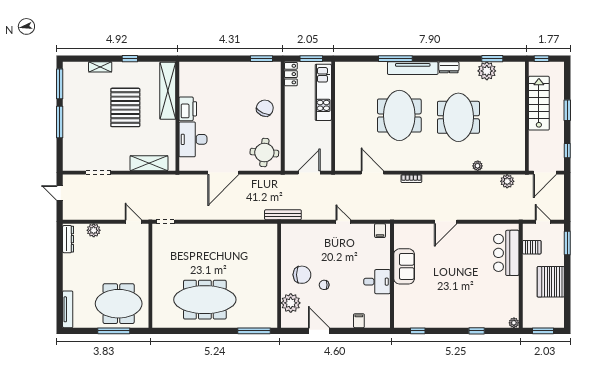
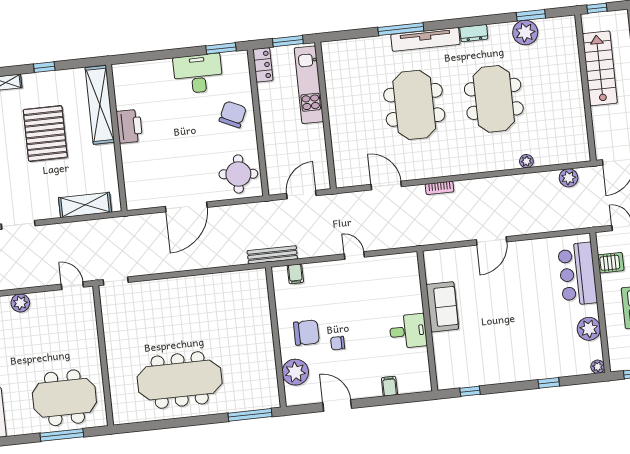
desk: (193, 139) -> (198, 74), moved, turned 90
filing cabinet: (380, 231) -> (295, 274), moved
plant: (510, 294) -> (589, 329), added

